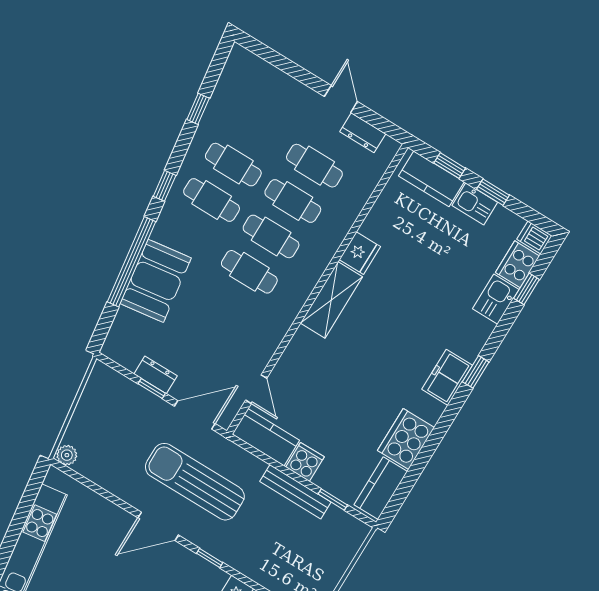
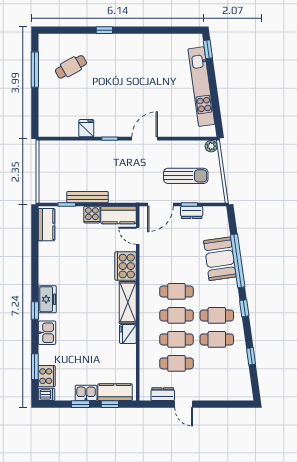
window: (527, 289) -> (35, 367), width x1.50
kitchen sink: (496, 299) -> (47, 333), moved
cooker: (406, 439) -> (125, 266), moved, turned 180
sun lounger: (195, 482) -> (186, 176), moved, width x0.73, depth x0.75

